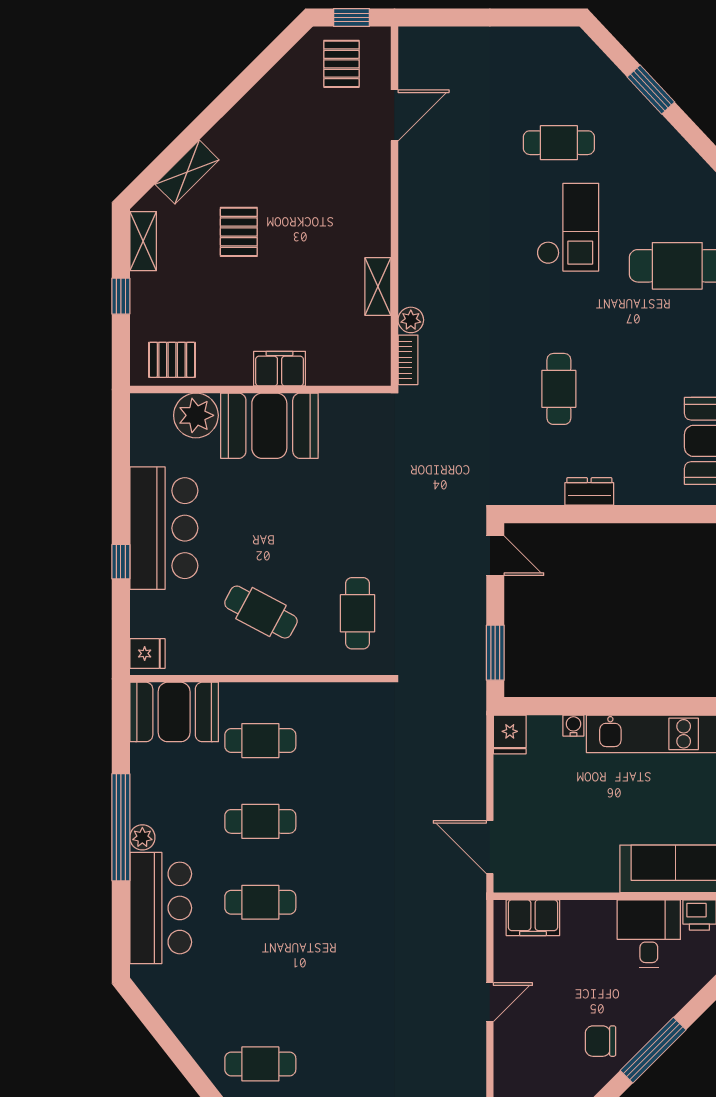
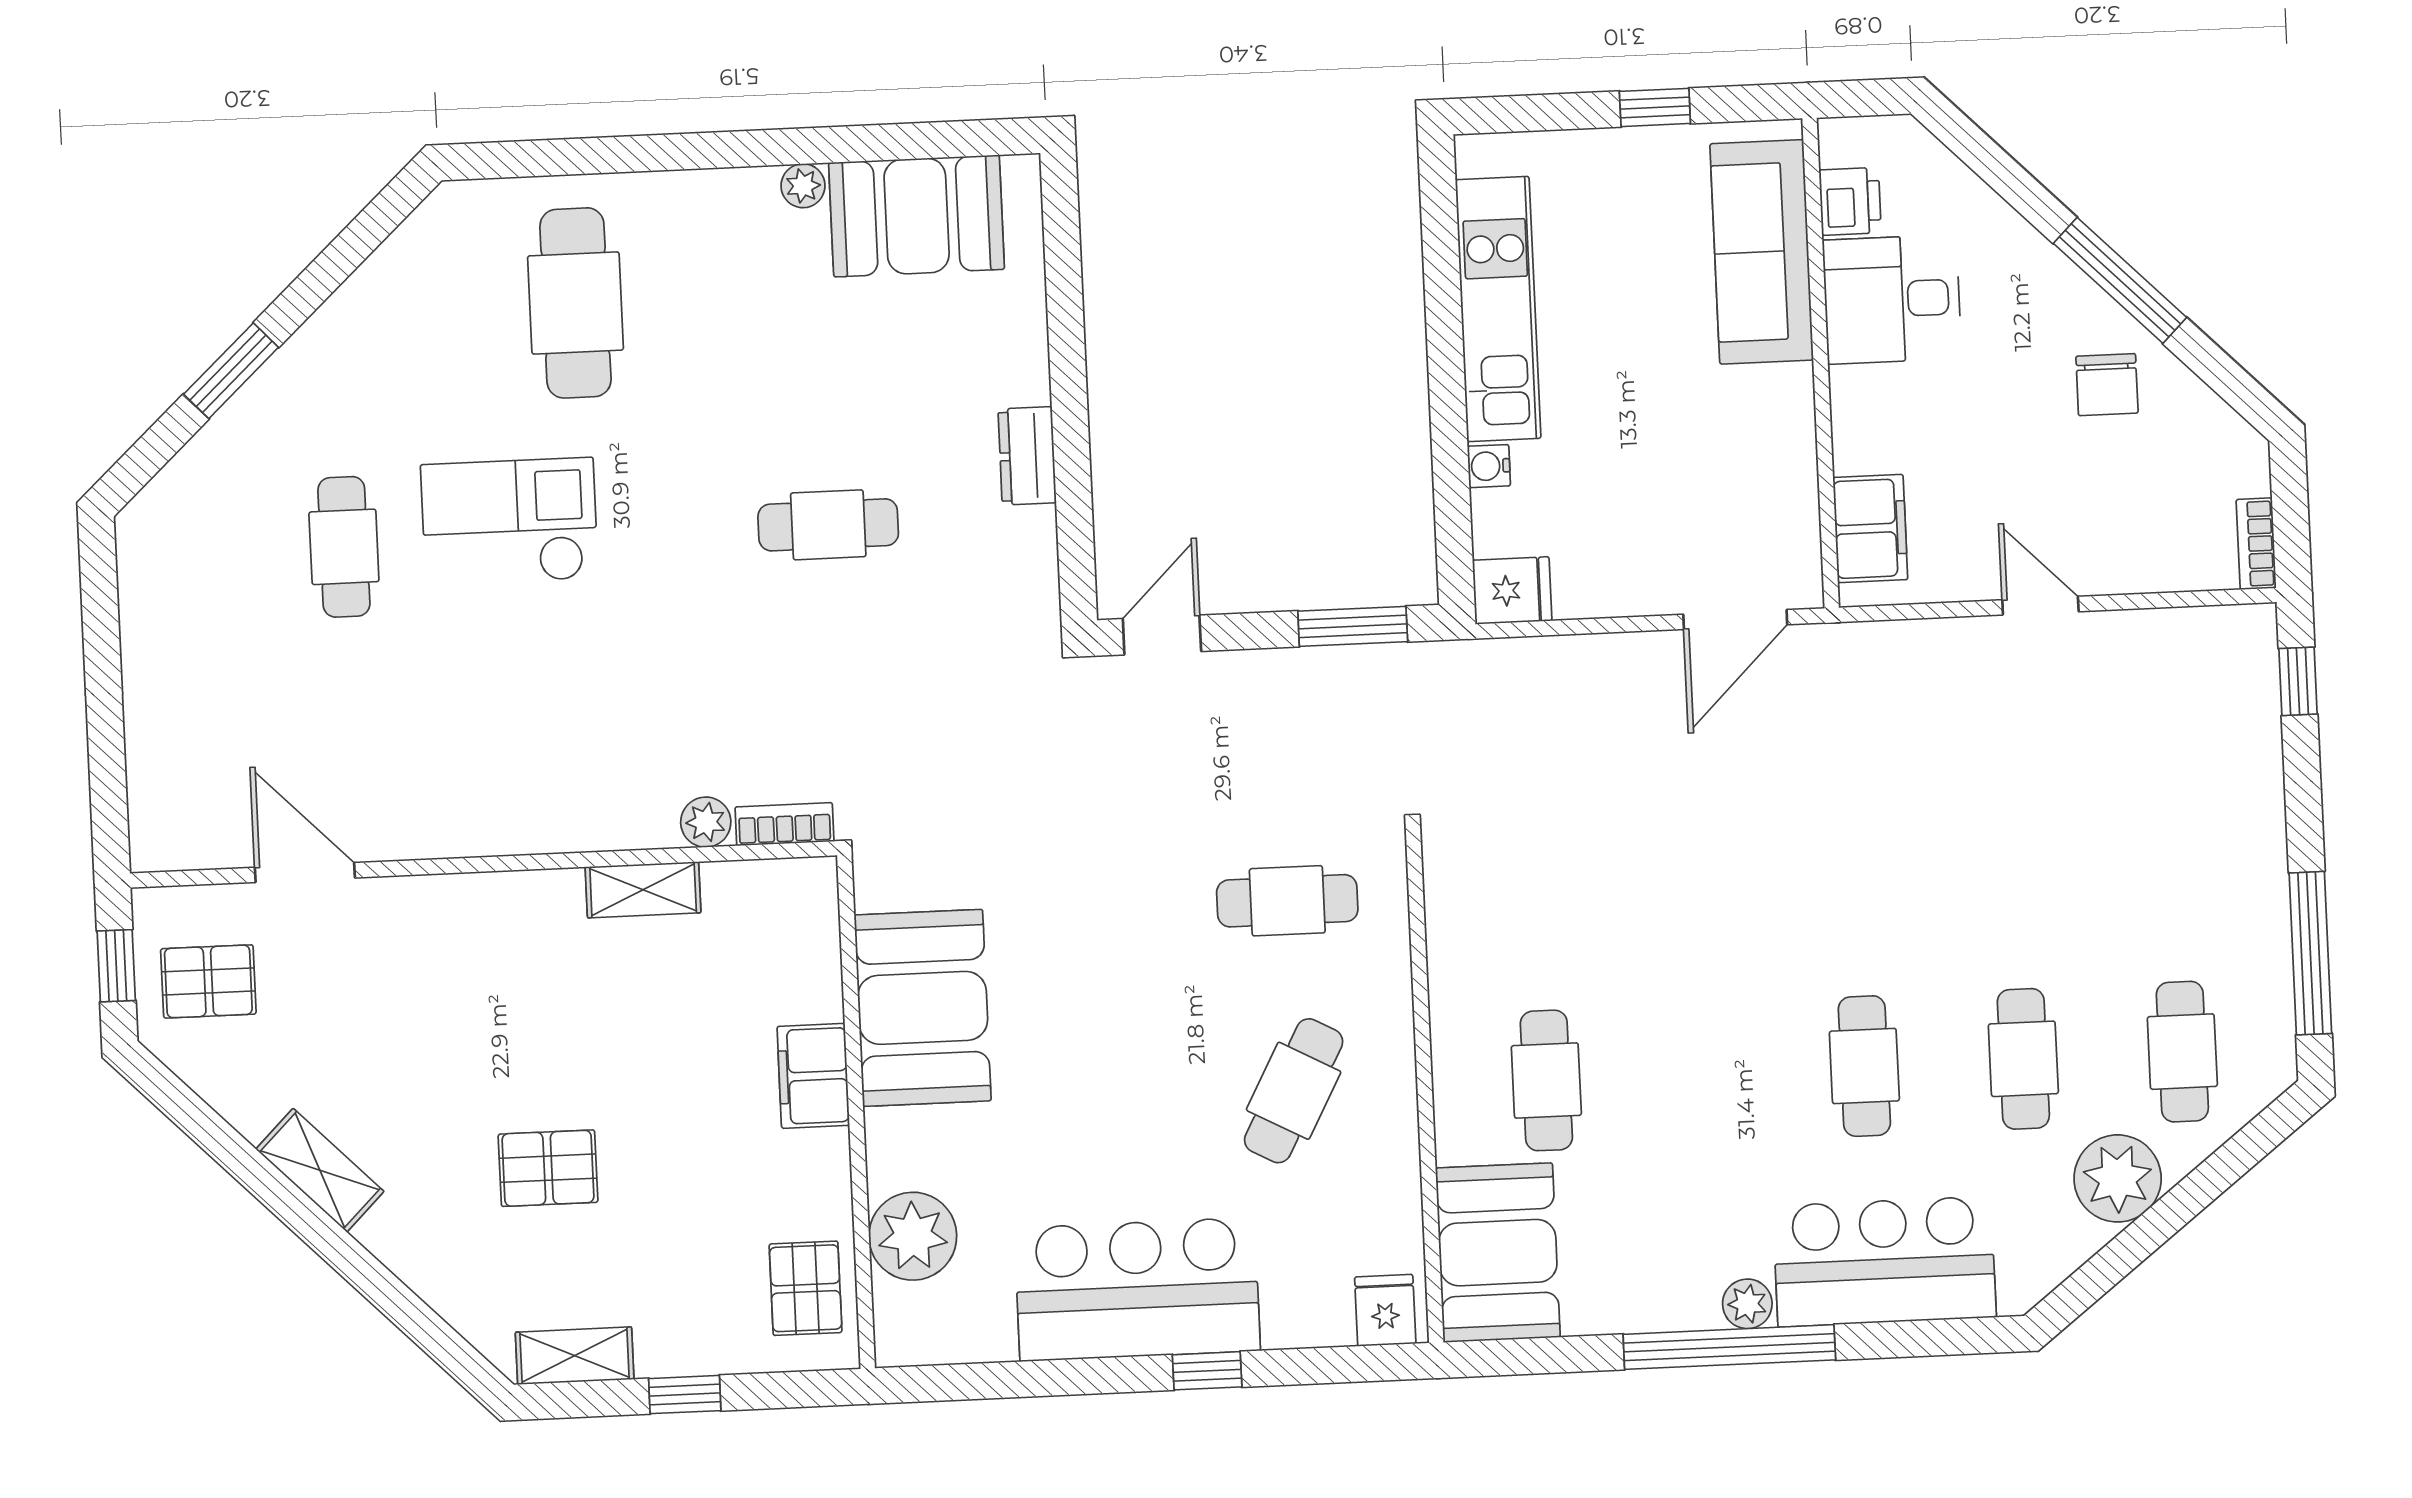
shelving: (187, 172) -> (320, 1170), moved
booth: (269, 426) -> (923, 1008), moved
cafe table: (260, 821) -> (2023, 1059), moved
plant: (197, 1028) -> (2118, 1178), added

